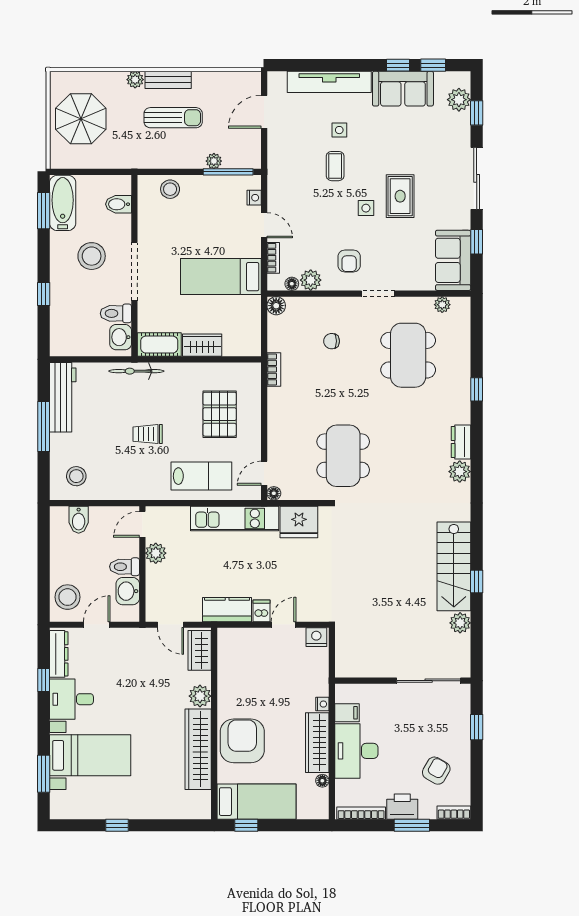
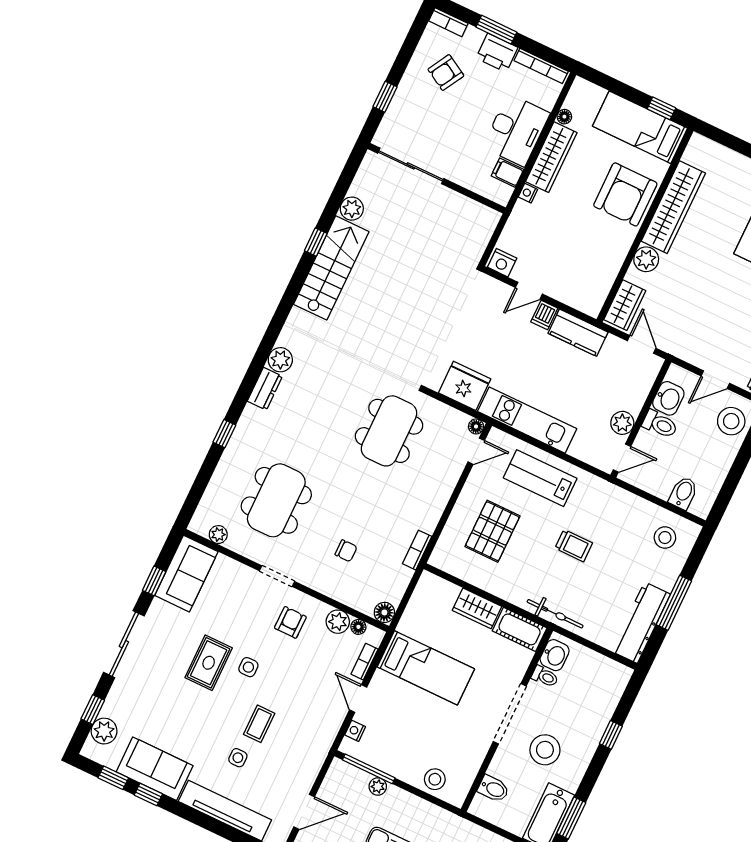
toilet: (116, 313) -> (545, 676), width x0.73, depth x0.72

